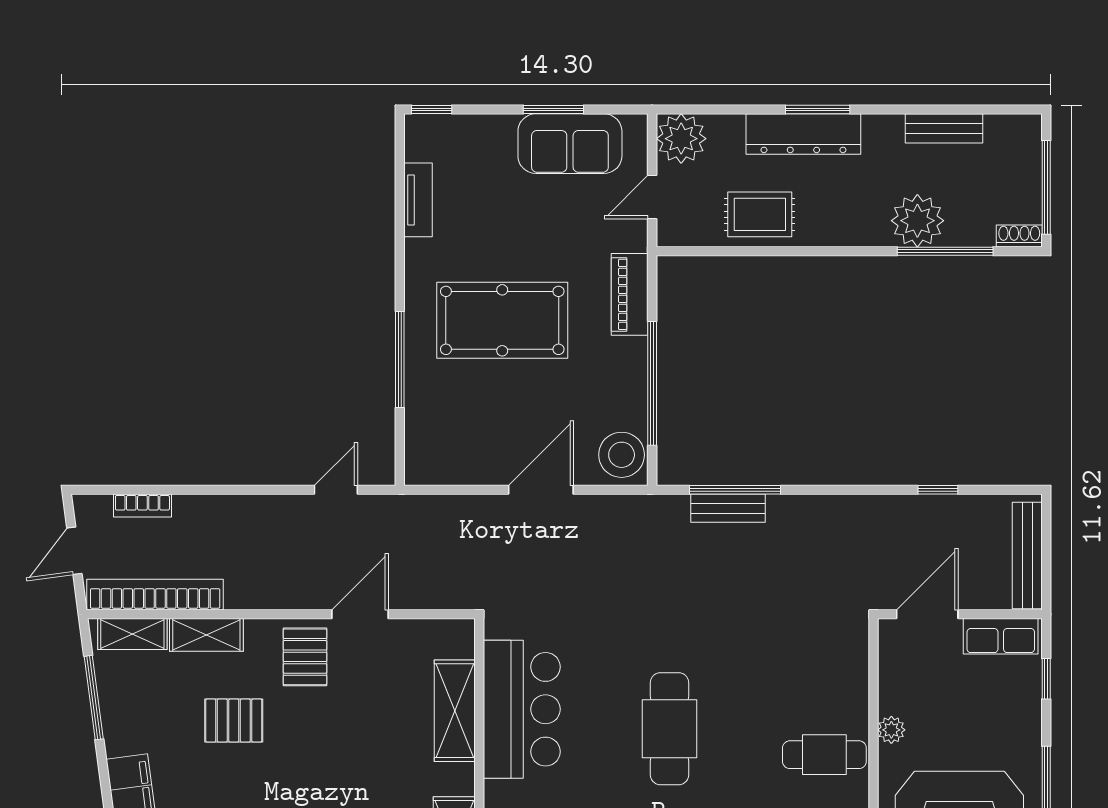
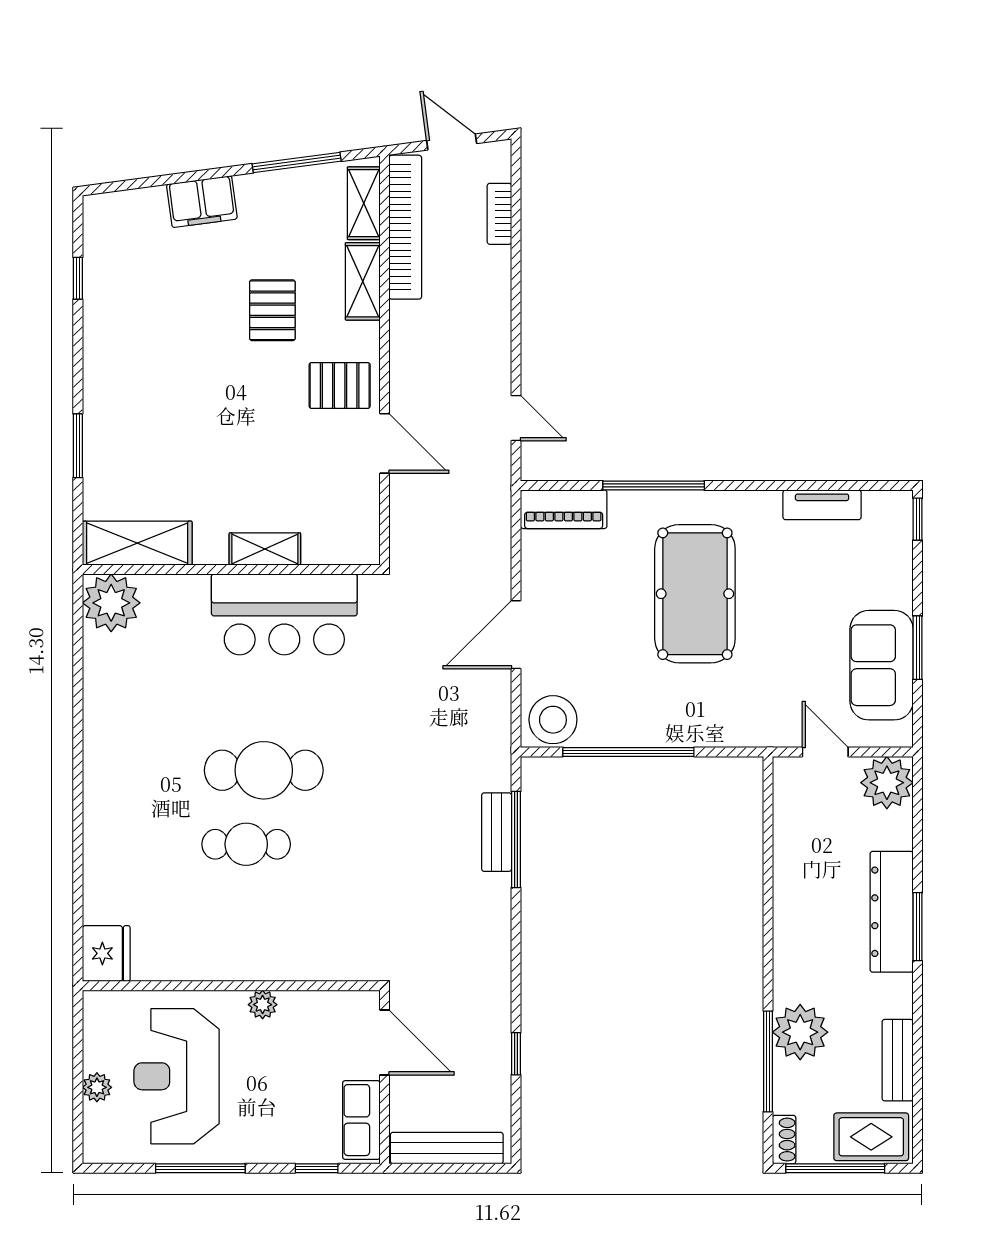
rug: (760, 214) -> (871, 1137), moved, turned 90
piano: (630, 294) -> (564, 509), moved, turned 180
door: (541, 490) -> (516, 635), swing flipped
shelving: (455, 711) -> (265, 549), width x0.67, depth x0.75
cafe table: (824, 755) -> (246, 844), moved, turned 90

